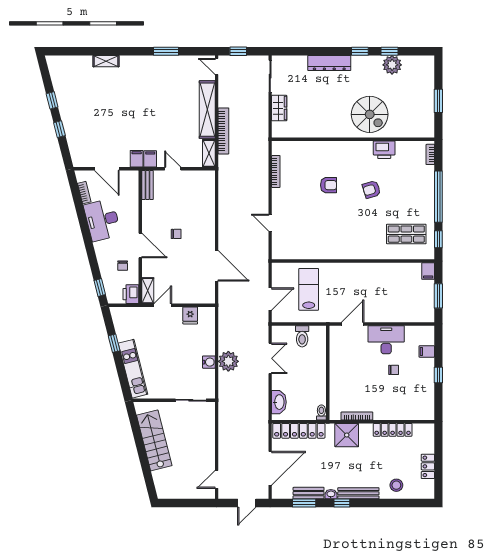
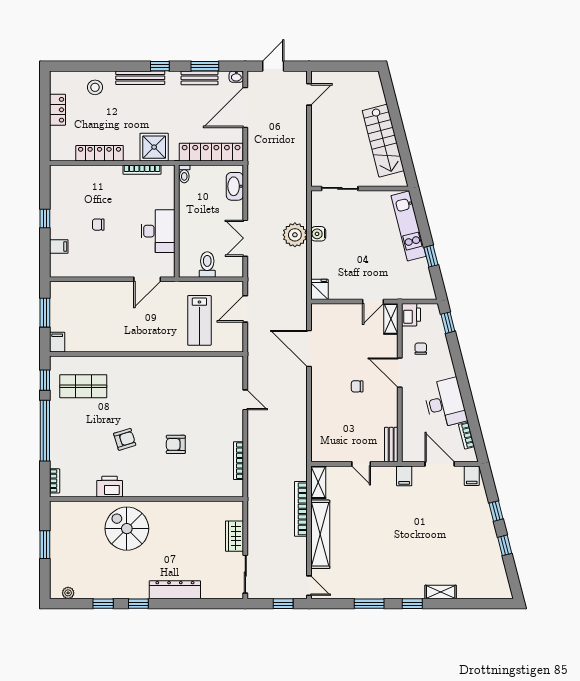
window: (130, 51) -> (412, 604), added
plant: (392, 65) -> (68, 593), moved, width x0.53, depth x0.53
filing cabinet: (150, 159) -> (472, 476), moved
fridge: (190, 315) -> (319, 289), moved
desk: (386, 340) -> (158, 231), moved, turned -90
washbasin: (331, 494) -> (236, 77), moved

